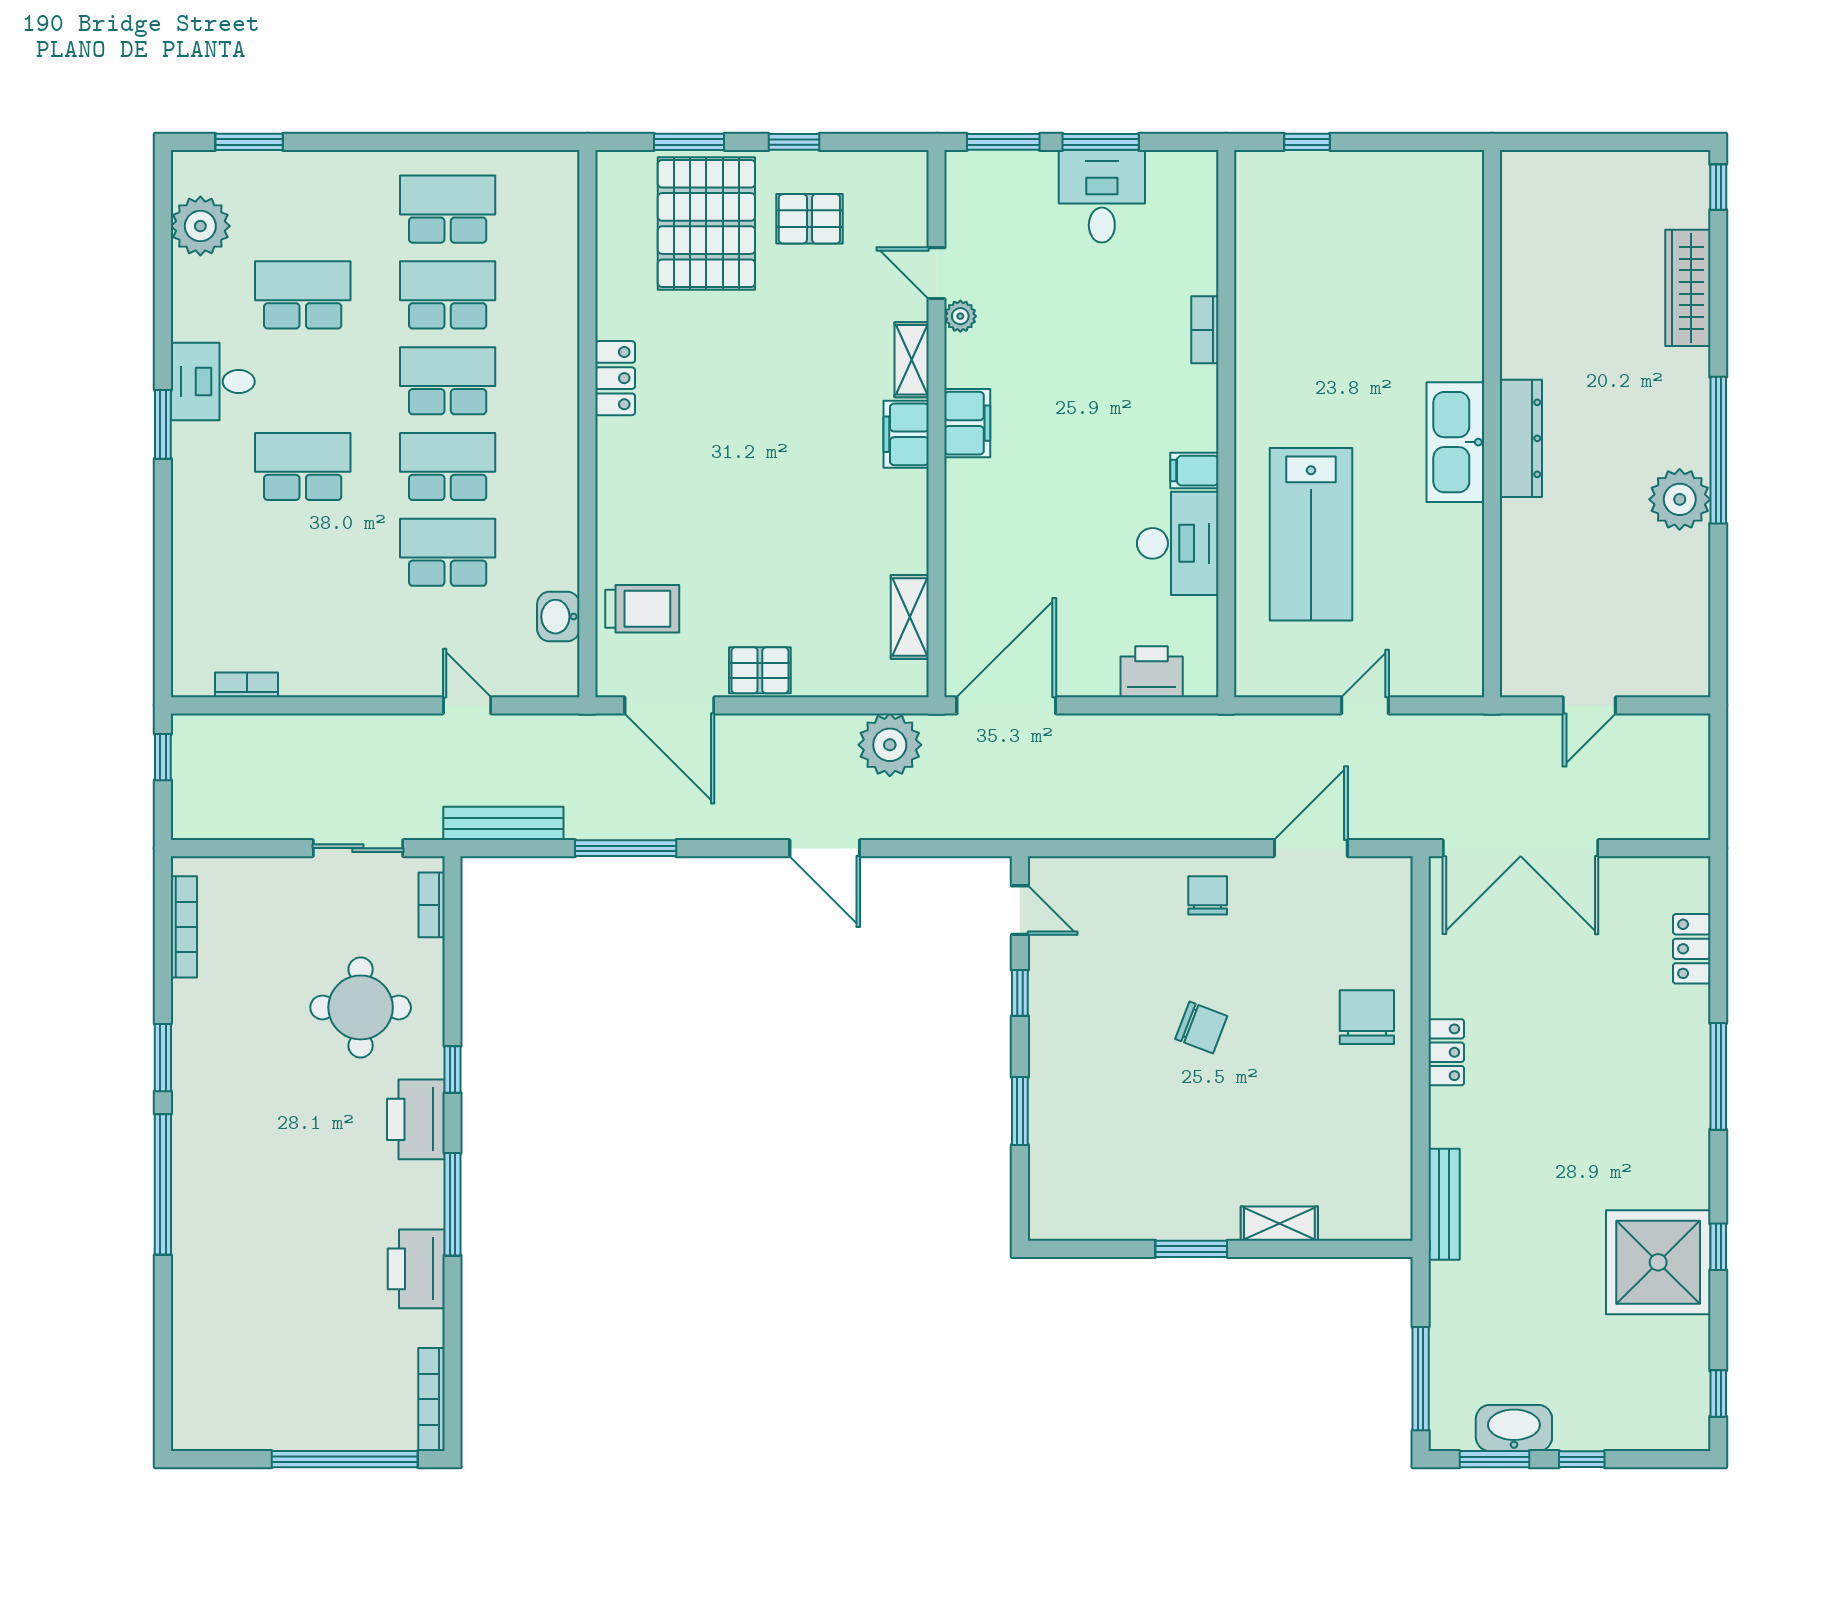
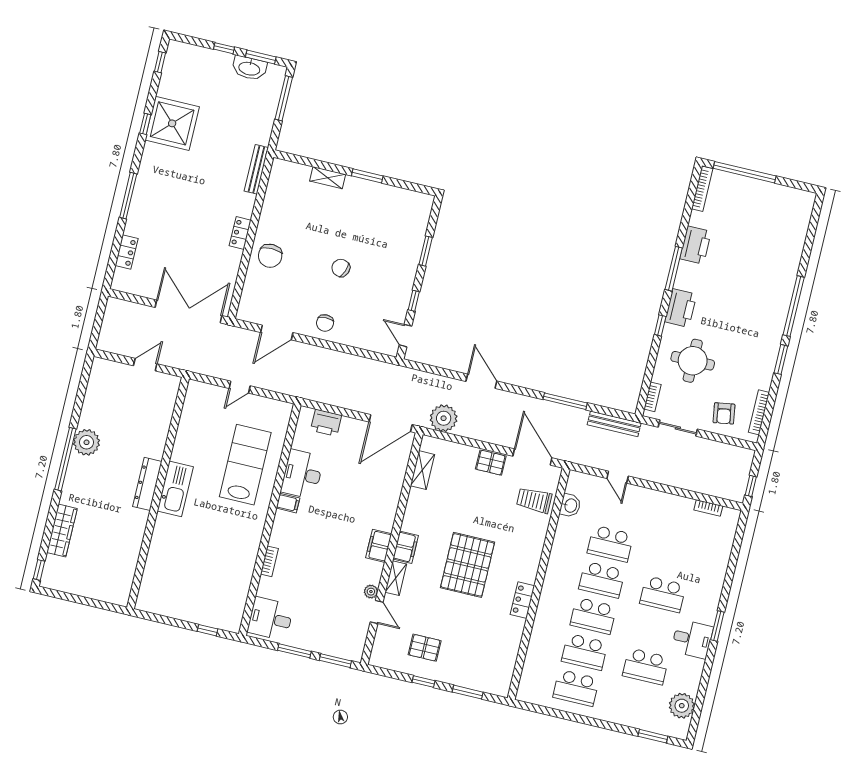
desk: (1102, 196) -> (270, 619), moved, turned 90
pallet: (706, 224) -> (468, 565), moved
armchair: (262, 906) -> (724, 413), added

